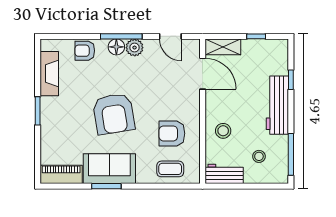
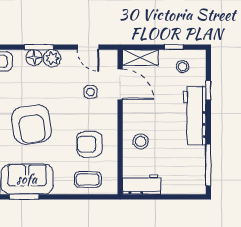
window: (121, 36) -> (39, 47), width x0.69
side table: (173, 81) -> (90, 92), added
stool: (259, 156) -> (183, 67), moved

